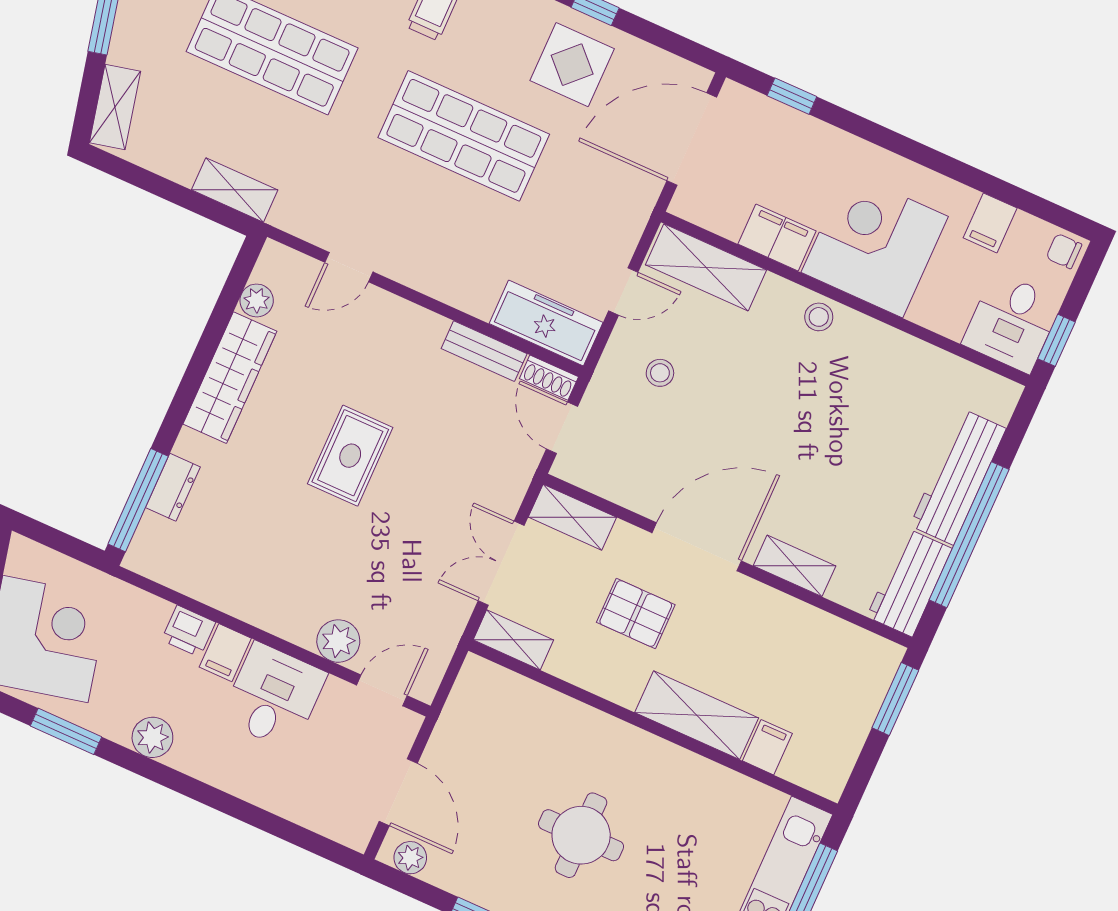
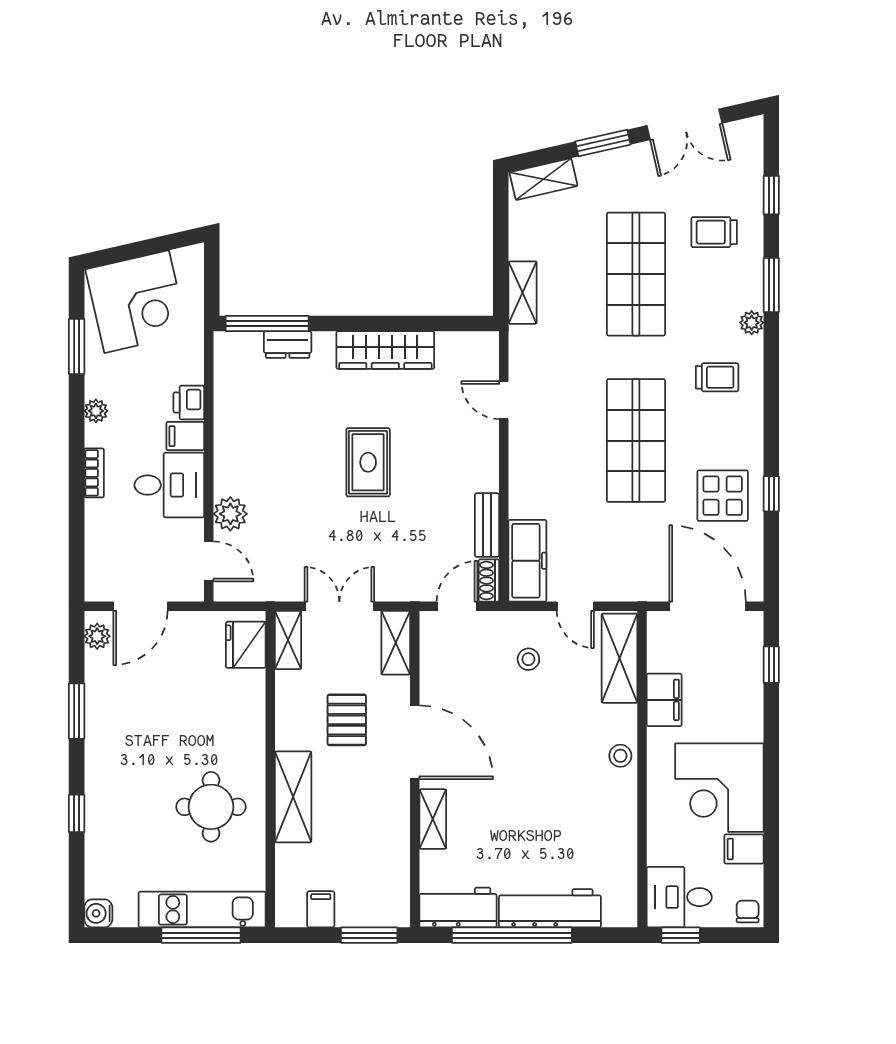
corner desk: (875, 244) -> (719, 788), moved, turned 180
plant: (257, 300) -> (450, 344), removed
rug: (350, 456) -> (368, 462), turned 90
fridge: (497, 691) -> (246, 645), added
plant: (152, 737) -> (96, 411), width x0.73, depth x0.73
filing cabinet: (767, 747) -> (321, 909), moved, turned -90
bookcase: (221, 777) -> (94, 473), added
round table: (581, 835) -> (211, 807), moved

